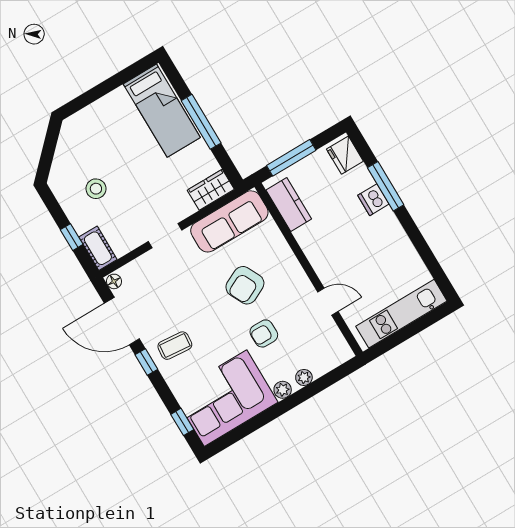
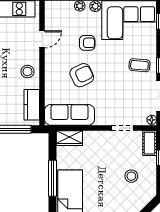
doorway: (165, 236) -> (123, 128), moved
stool: (322, 246) -> (27, 72), added
door: (328, 302) -> (42, 39), swing flipped

